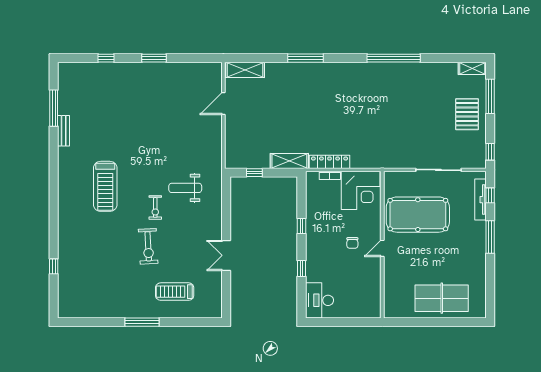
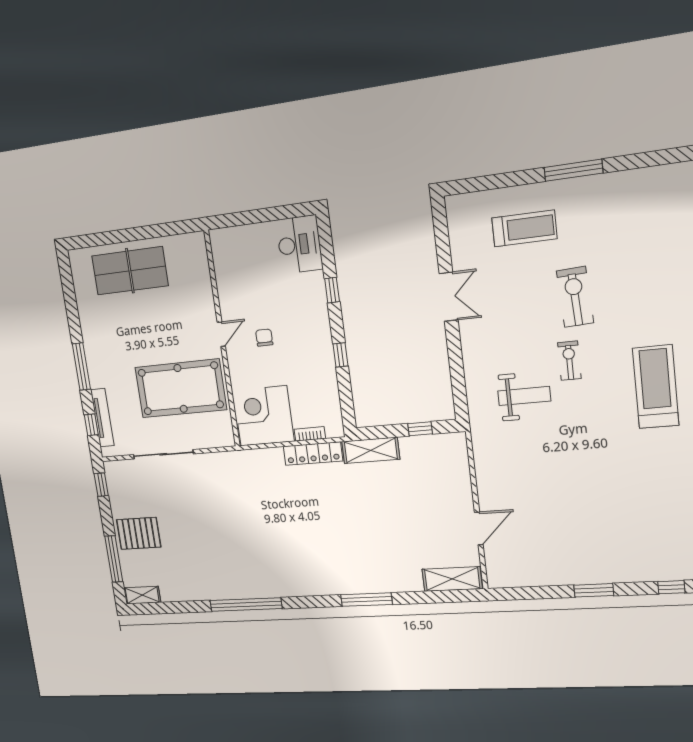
pallet: (467, 114) -> (139, 533), turned 90

